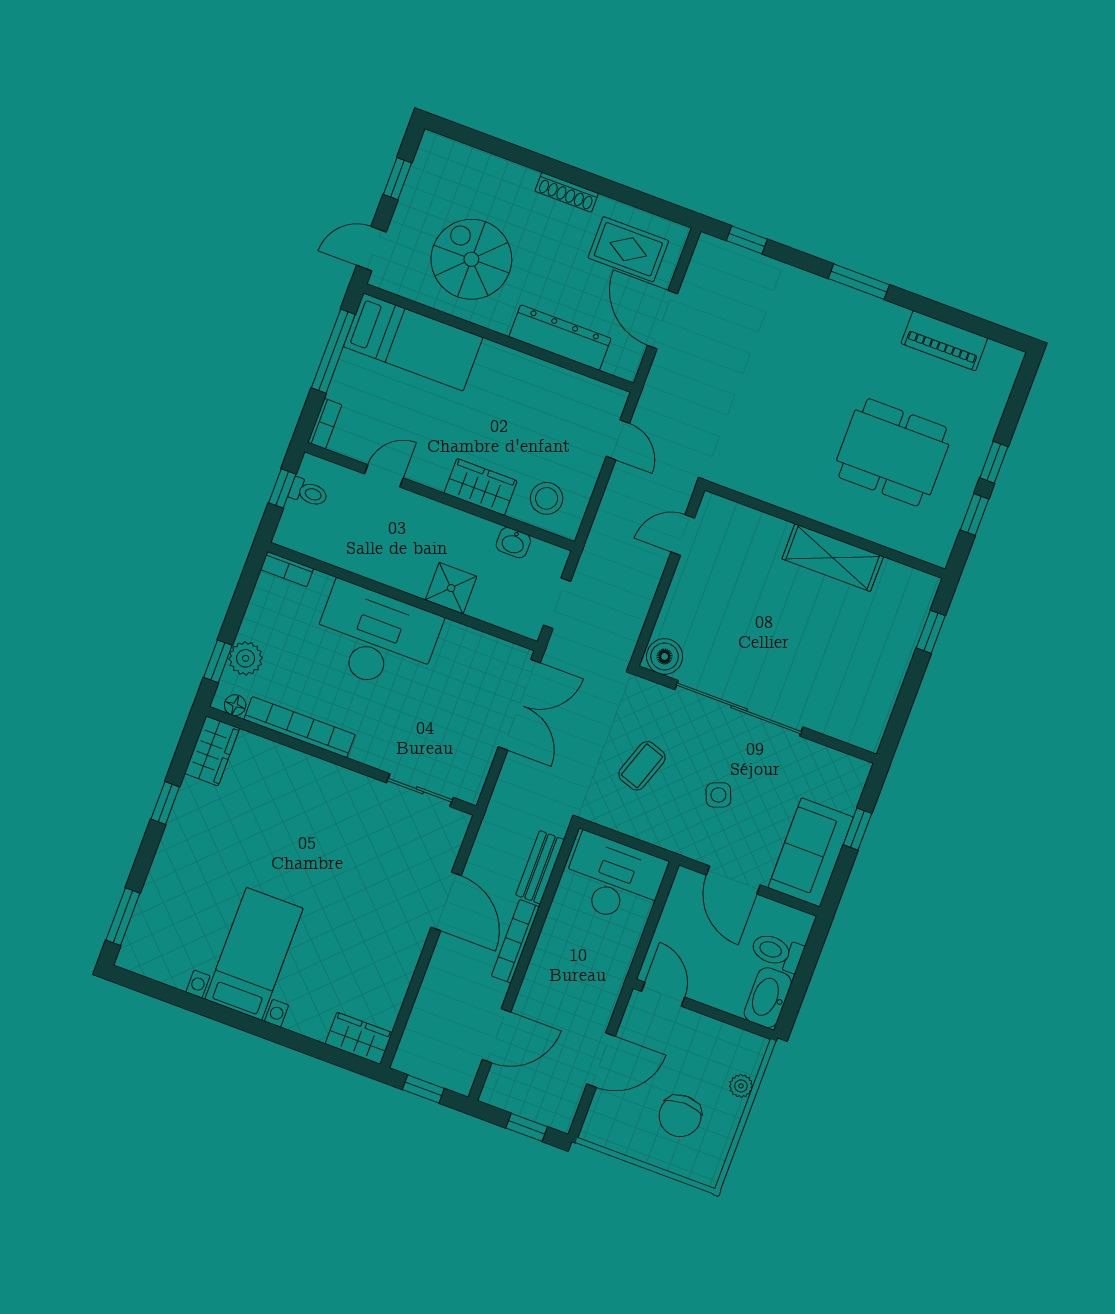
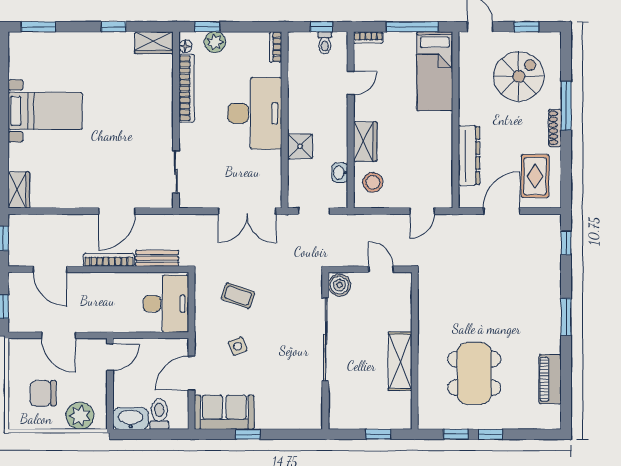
window: (539, 163) -> (566, 106), added
spiral stairs: (471, 259) -> (519, 76), moved
door: (384, 476) -> (351, 83), hinge flipped
boiler: (665, 656) -> (339, 285), moved
sliding door: (739, 708) -> (325, 339), moved
wall: (756, 715) -> (325, 351), moved
plant: (741, 1086) -> (80, 416), width x1.87, depth x1.87

